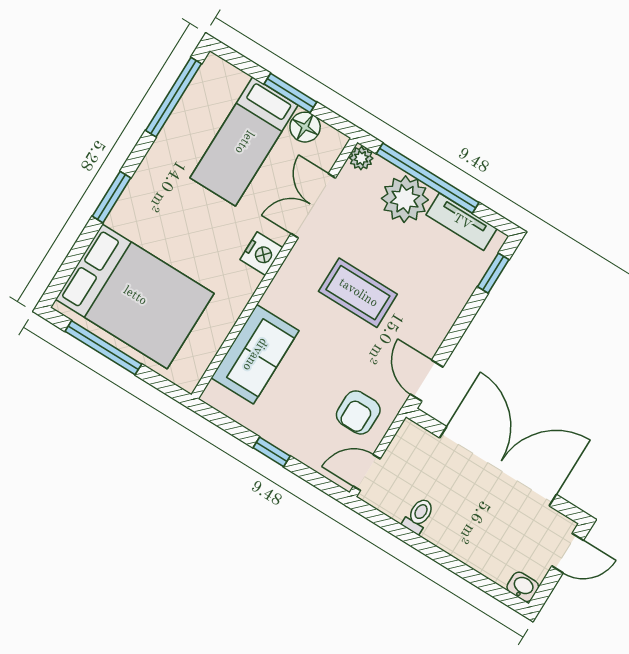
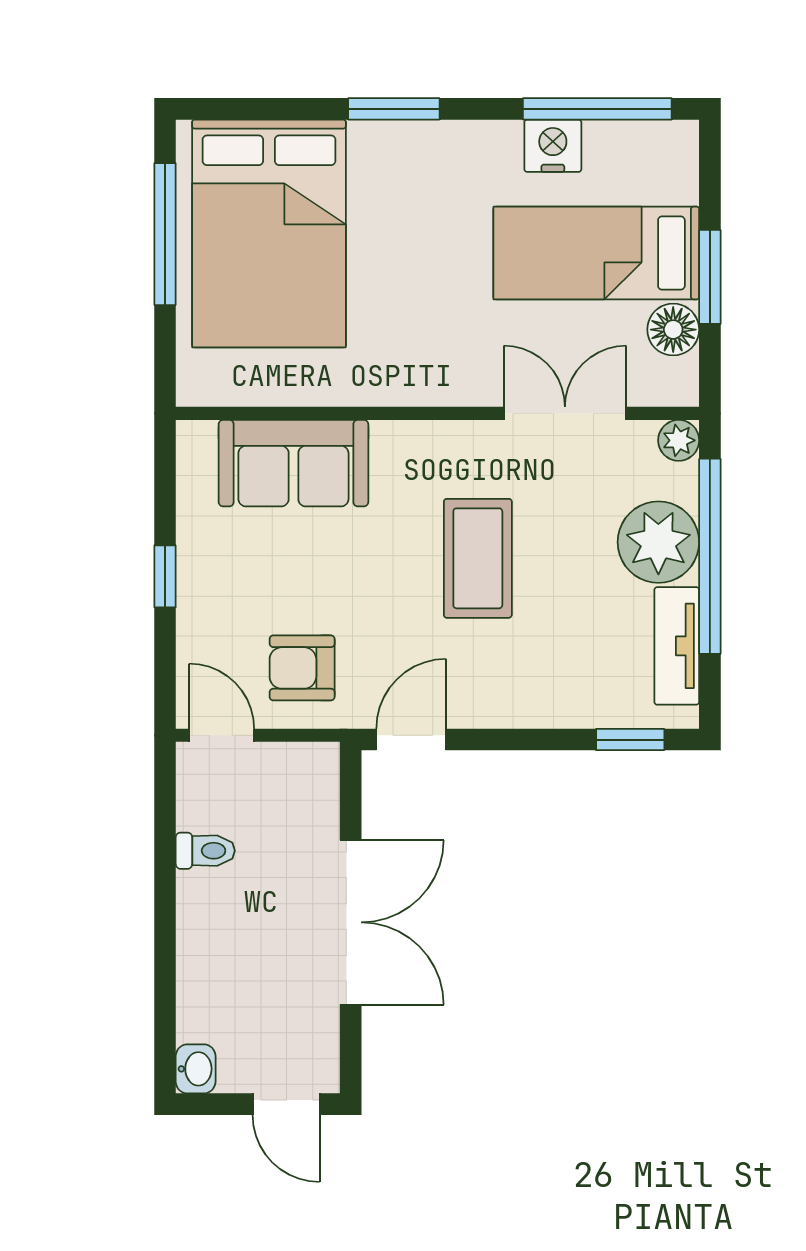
nightstand: (261, 254) -> (553, 146), moved, turned 180
double door: (498, 466) -> (351, 922), width x0.73

